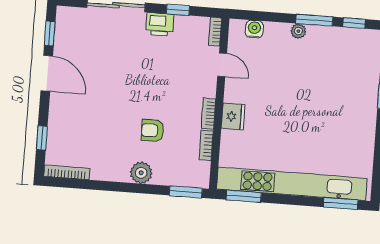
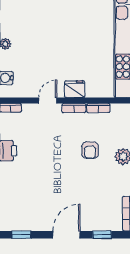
door: (222, 65) -> (48, 101), moved
door: (47, 73) -> (66, 235), moved

